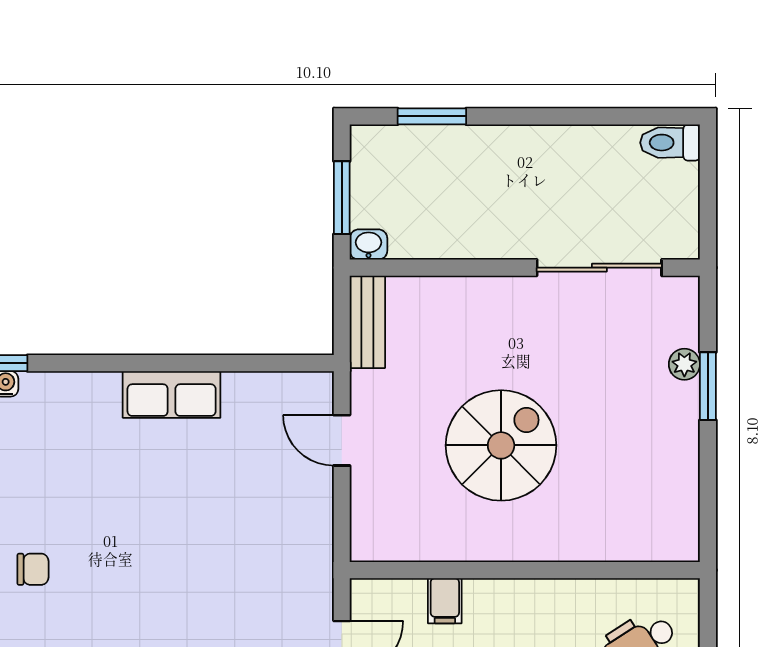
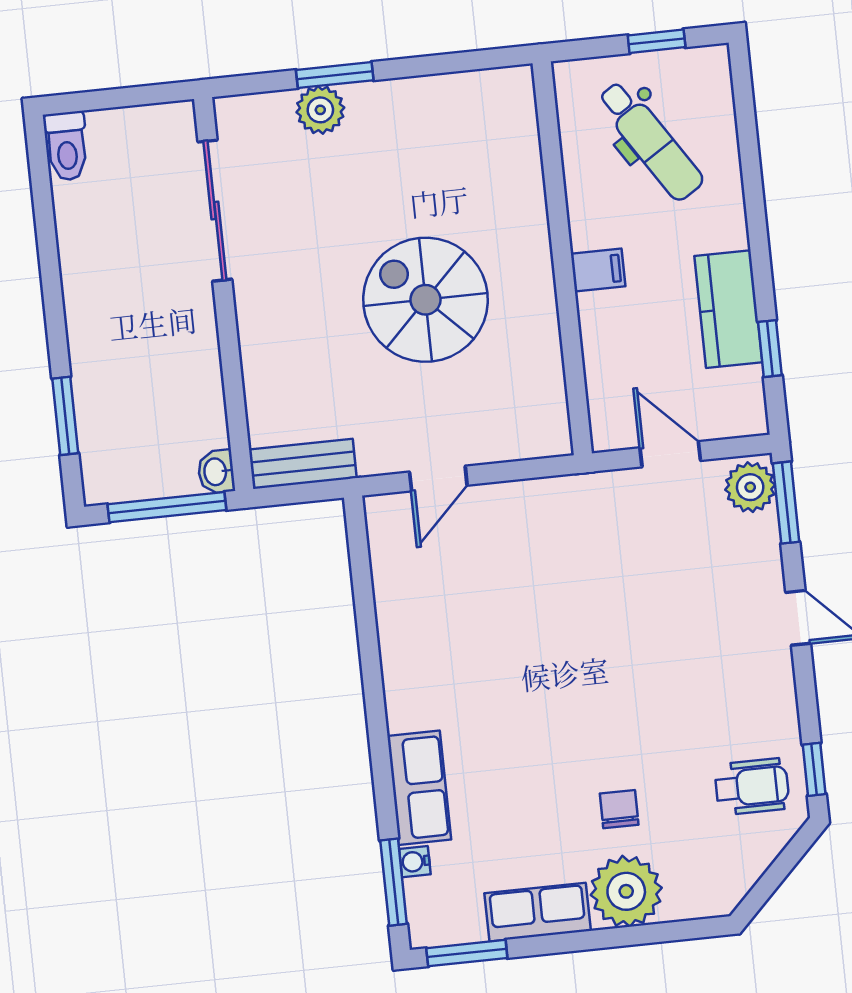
window: (342, 198) -> (167, 507), width x1.44
plant: (684, 364) -> (320, 110), width x1.38, depth x1.38
row of seats: (172, 394) -> (419, 788), moved
filing cabinet: (445, 601) -> (598, 270), moved

